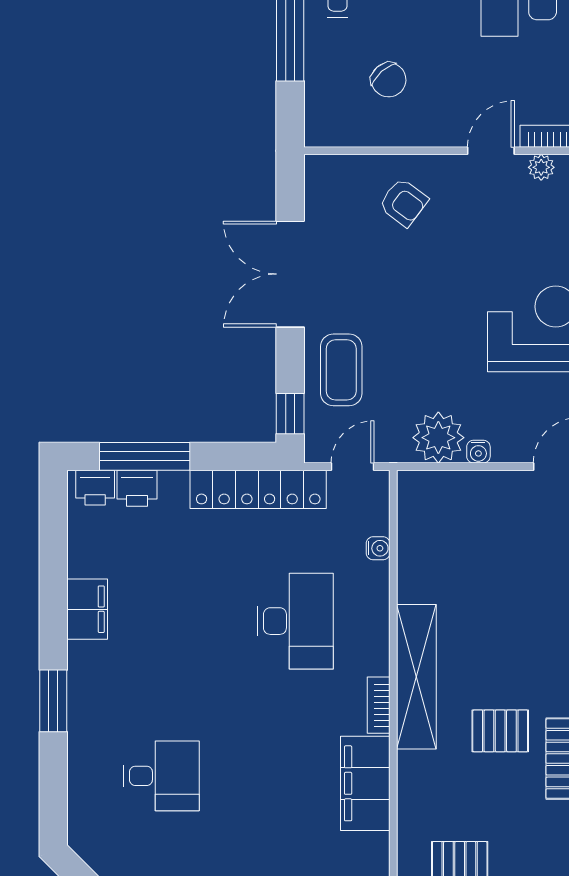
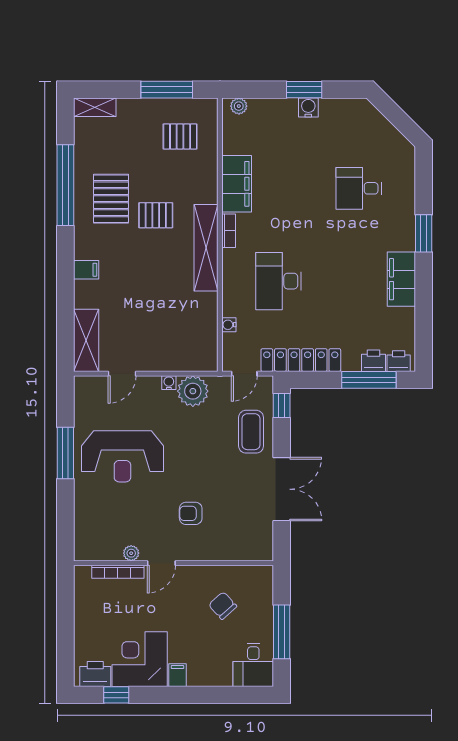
armchair: (403, 202) -> (191, 513), moved, turned -37
filing cabinet: (87, 609) -> (401, 279), width x1.50, depth x1.17

